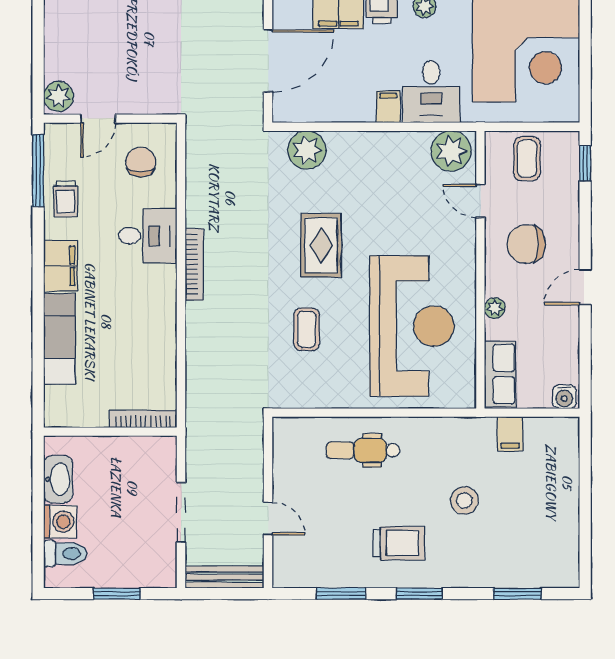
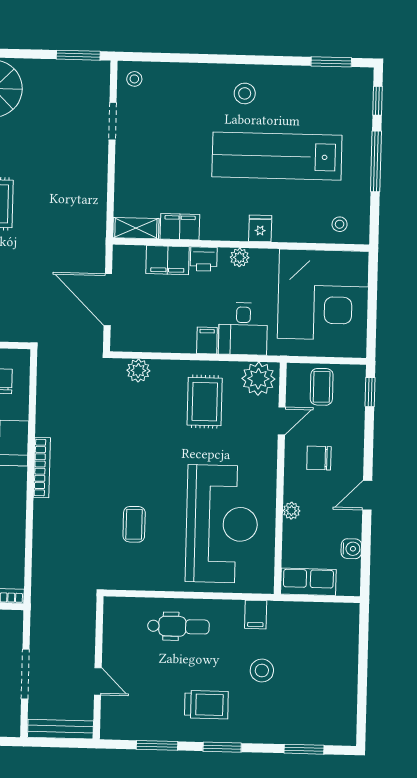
door: (268, 61) -> (108, 300), swing flipped
plant: (307, 150) -> (138, 371), width x0.73, depth x0.73
door: (480, 201) -> (282, 421), swing flipped
chair: (526, 244) -> (319, 458), width x0.73, depth x0.73
rug: (321, 245) -> (205, 402), moved
row of seats: (500, 374) -> (308, 582), moved, turned -90
water cooler: (564, 397) -> (351, 549), moved, turned -90
filing cabinet: (510, 434) -> (256, 615), moved
dental chair: (363, 450) -> (178, 626), turned 180

